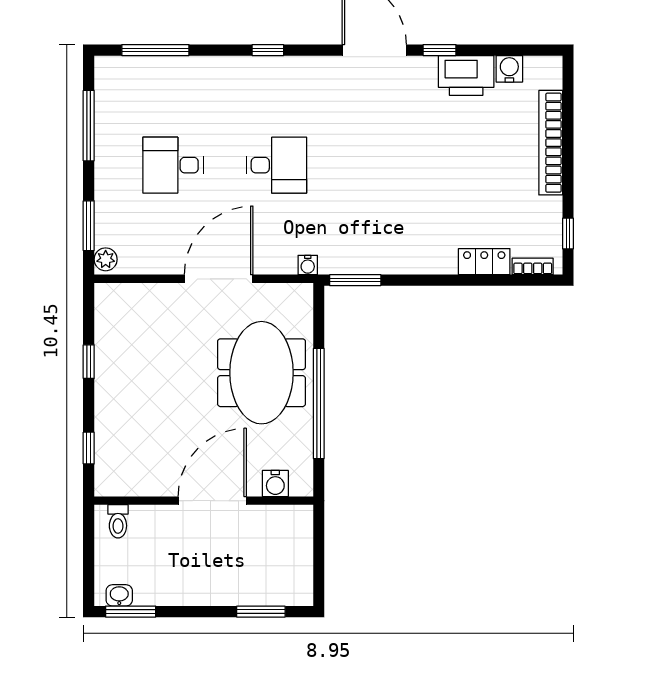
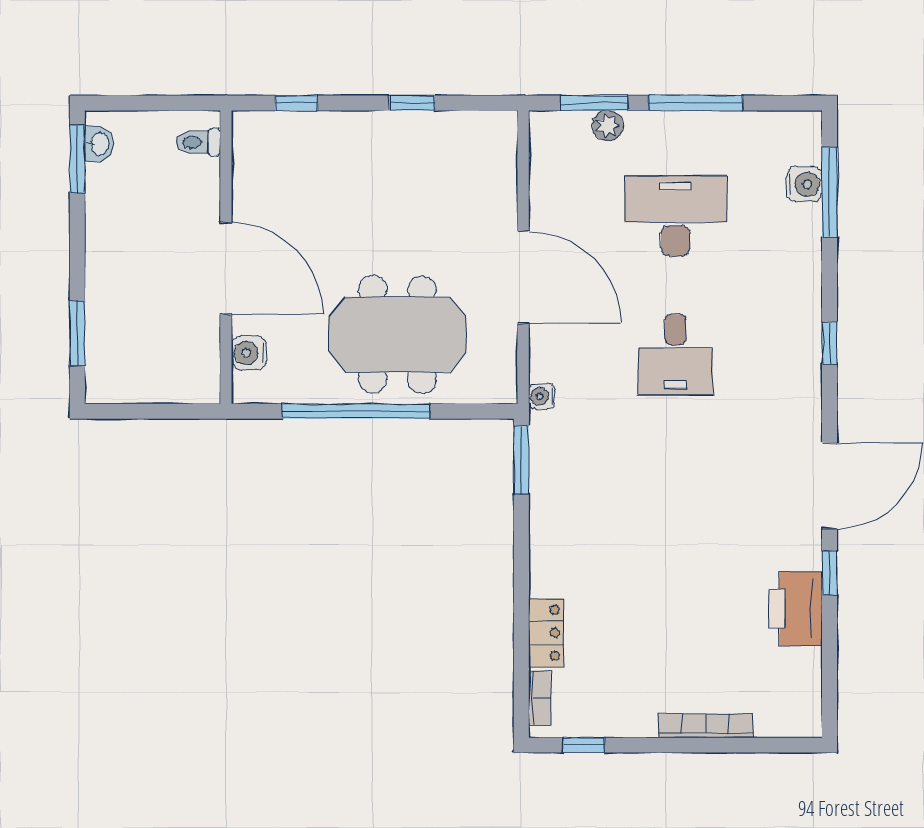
water cooler: (509, 69) -> (804, 184), moved
window: (89, 126) -> (696, 103), moved
bookcase: (551, 143) -> (706, 726), width x0.68, depth x0.76
desk: (173, 165) -> (675, 216), width x1.37
plant: (106, 259) -> (608, 126), moved

